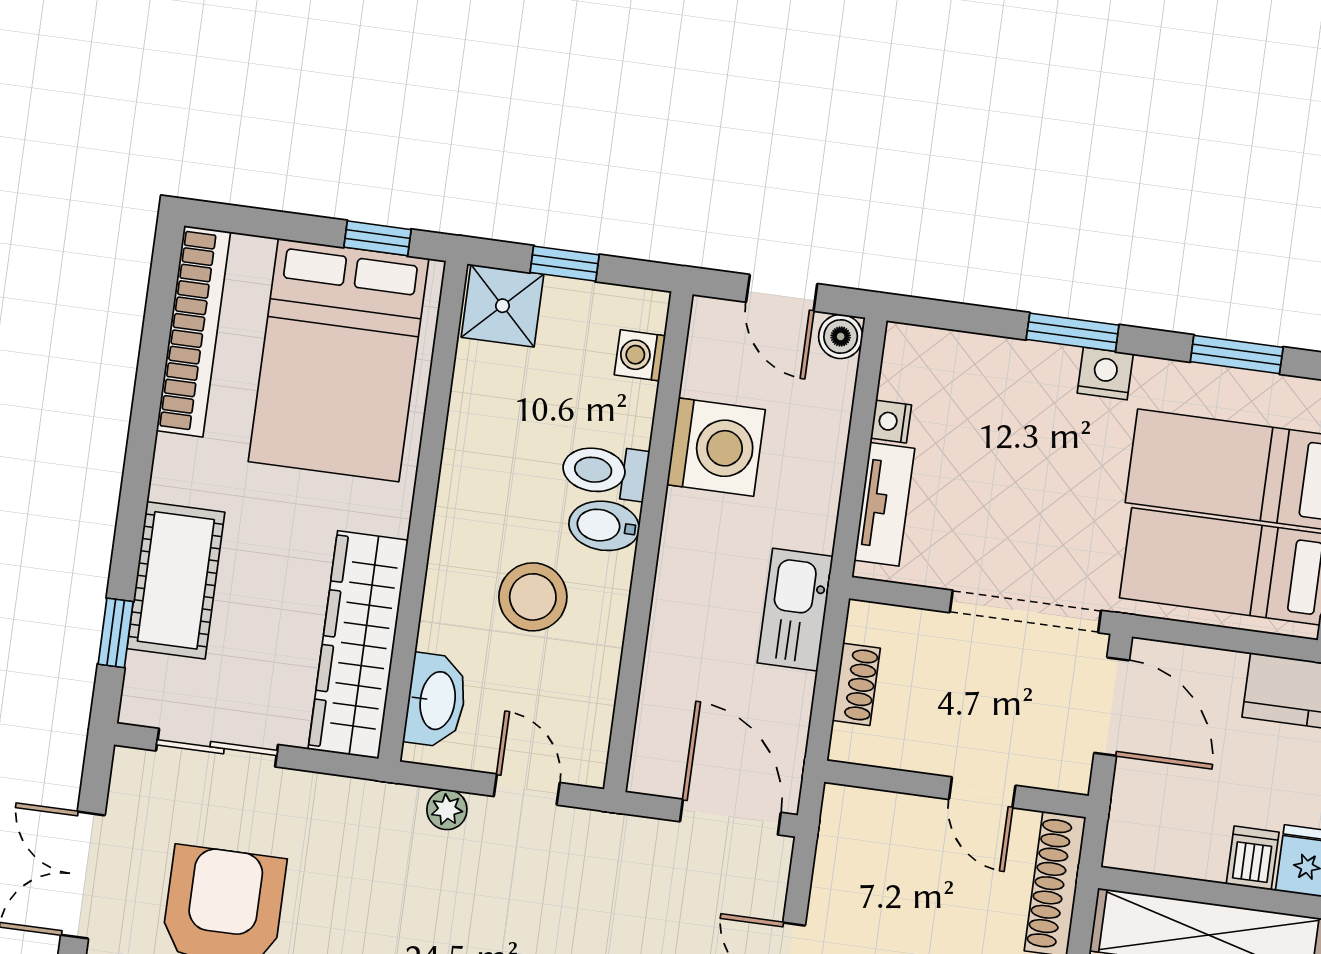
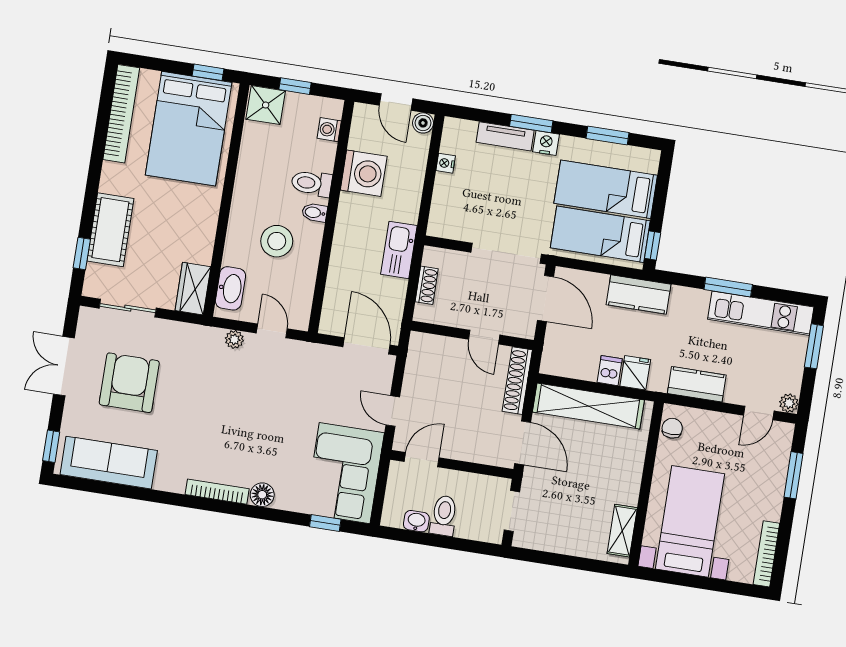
tv unit: (884, 504) -> (505, 136), moved, turned 90
bidet: (604, 526) -> (314, 213), width x0.72, depth x0.74
wardrobe: (358, 645) -> (193, 289), width x0.48, depth x0.85

